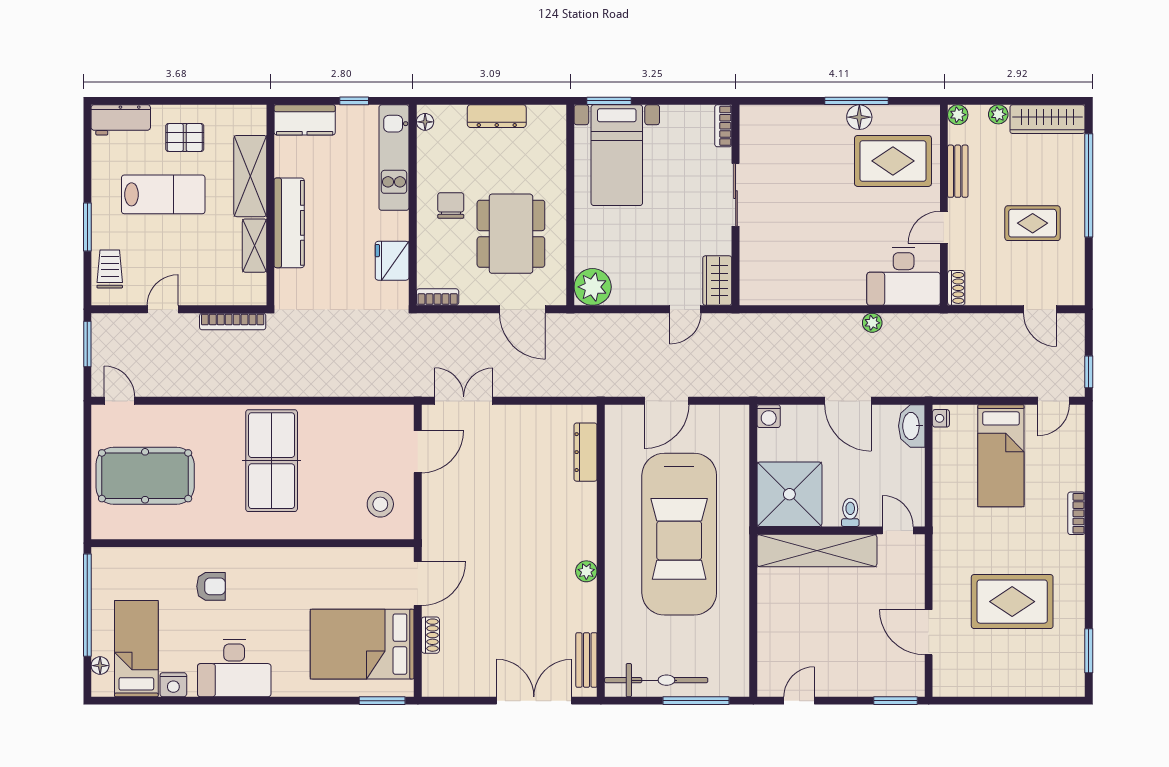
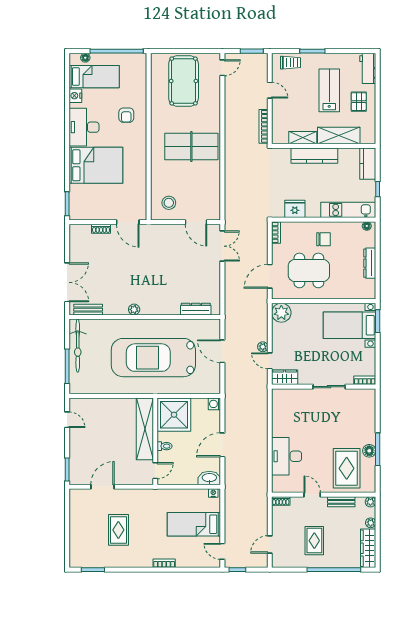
lab bench: (163, 194) -> (329, 90), turned 180
desk: (904, 277) -> (287, 456), moved
plant: (872, 323) -> (263, 347), moved
rug: (1012, 602) -> (118, 530), width x0.73, depth x0.70
bed: (362, 644) -> (96, 165), moved, turned 90

